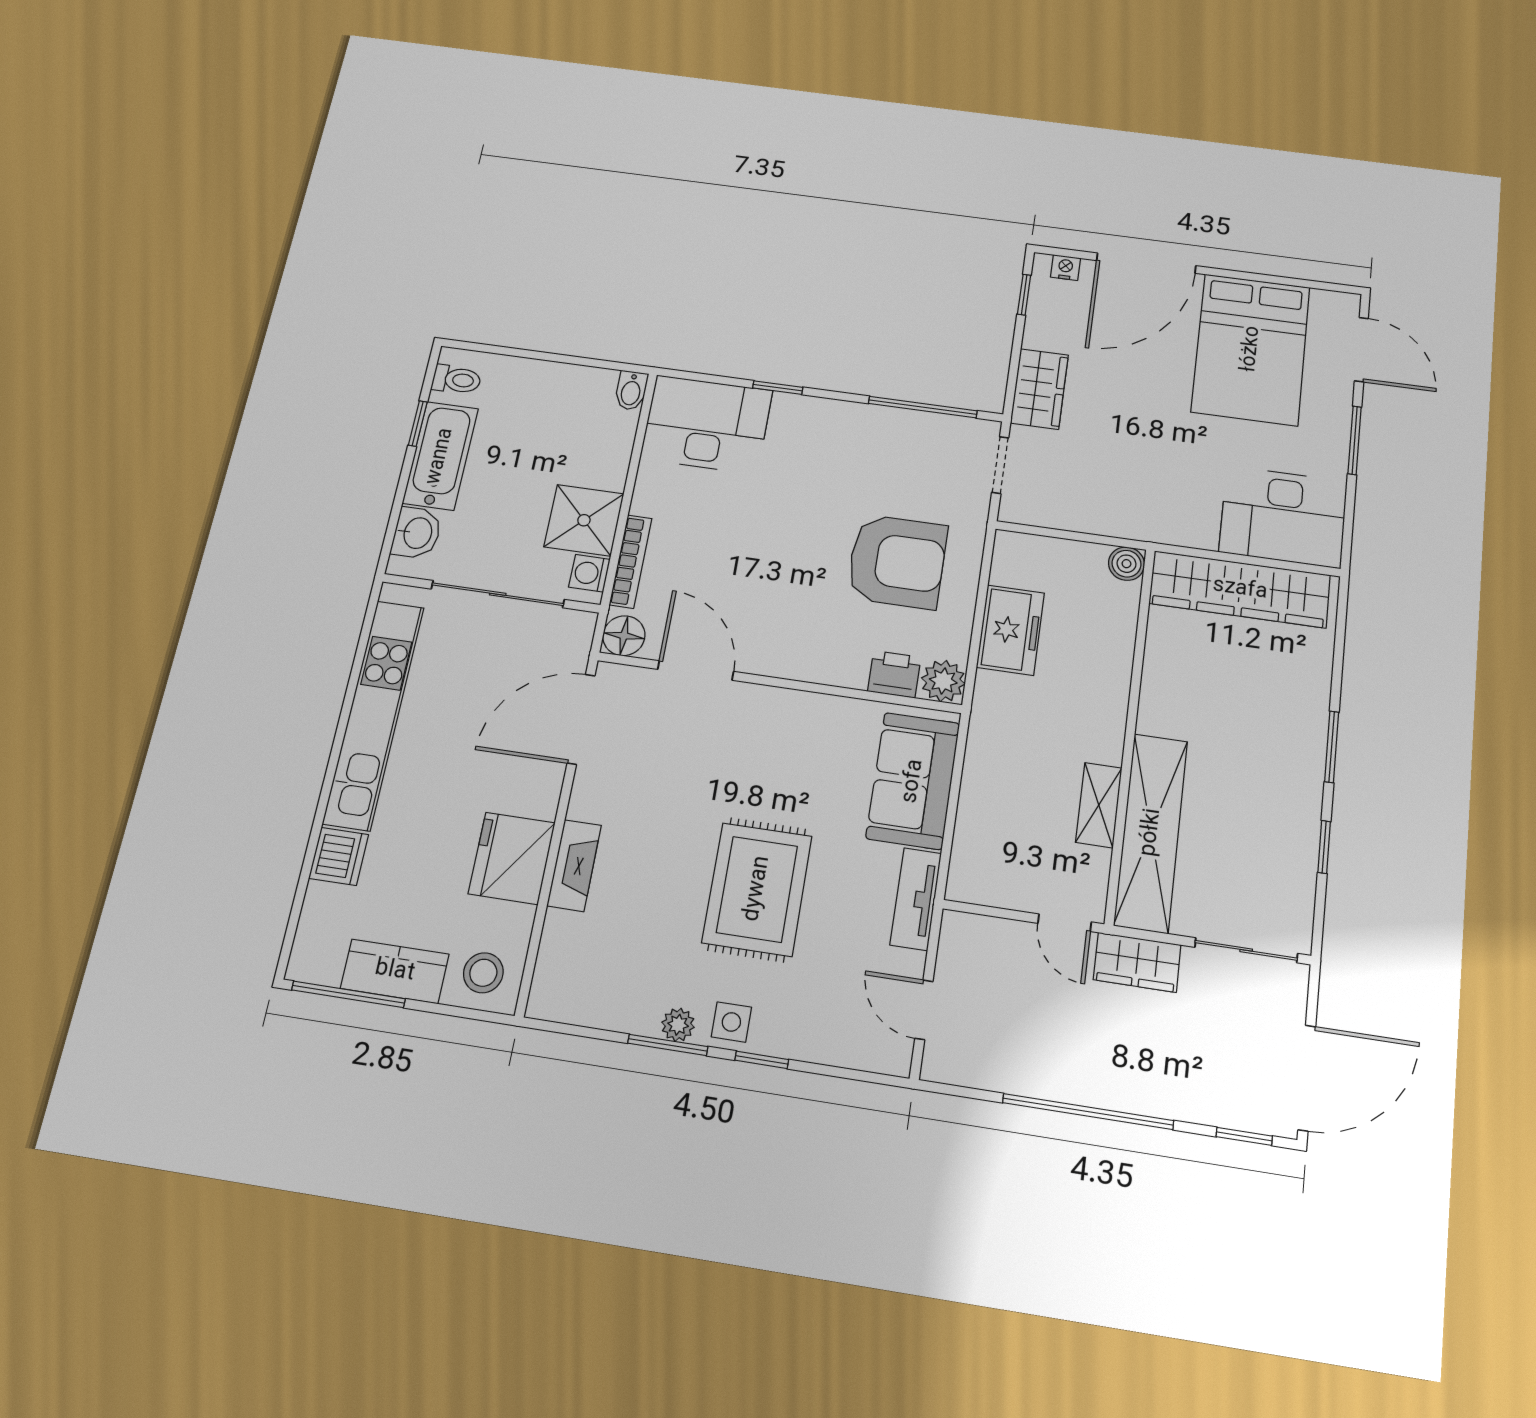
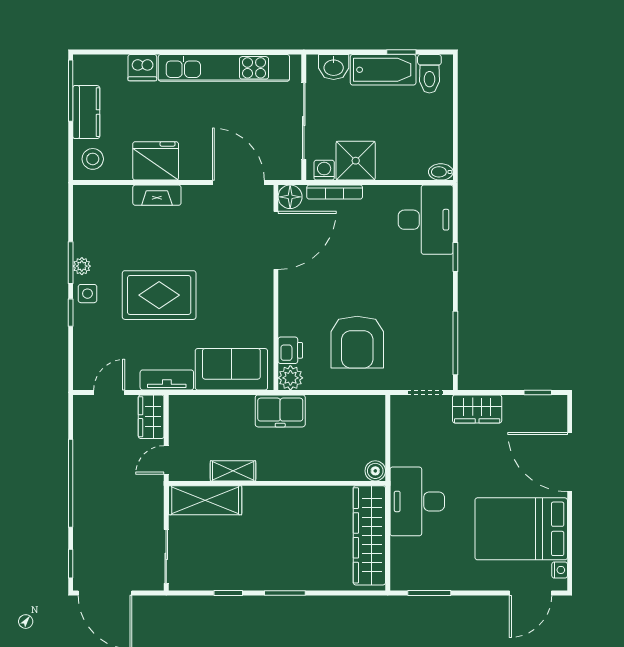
nightstand: (1065, 268) -> (560, 570), moved
toilet: (457, 380) -> (429, 74), width x1.37, depth x1.39
window: (1355, 440) -> (429, 593), moved
desk: (1283, 517) -> (417, 501), moved
freezer: (1010, 630) -> (280, 411), moved
door: (695, 670) -> (276, 240), width x1.36
shelving: (1151, 832) -> (205, 500), width x0.68
wardrobe: (1137, 962) -> (151, 417), moved

